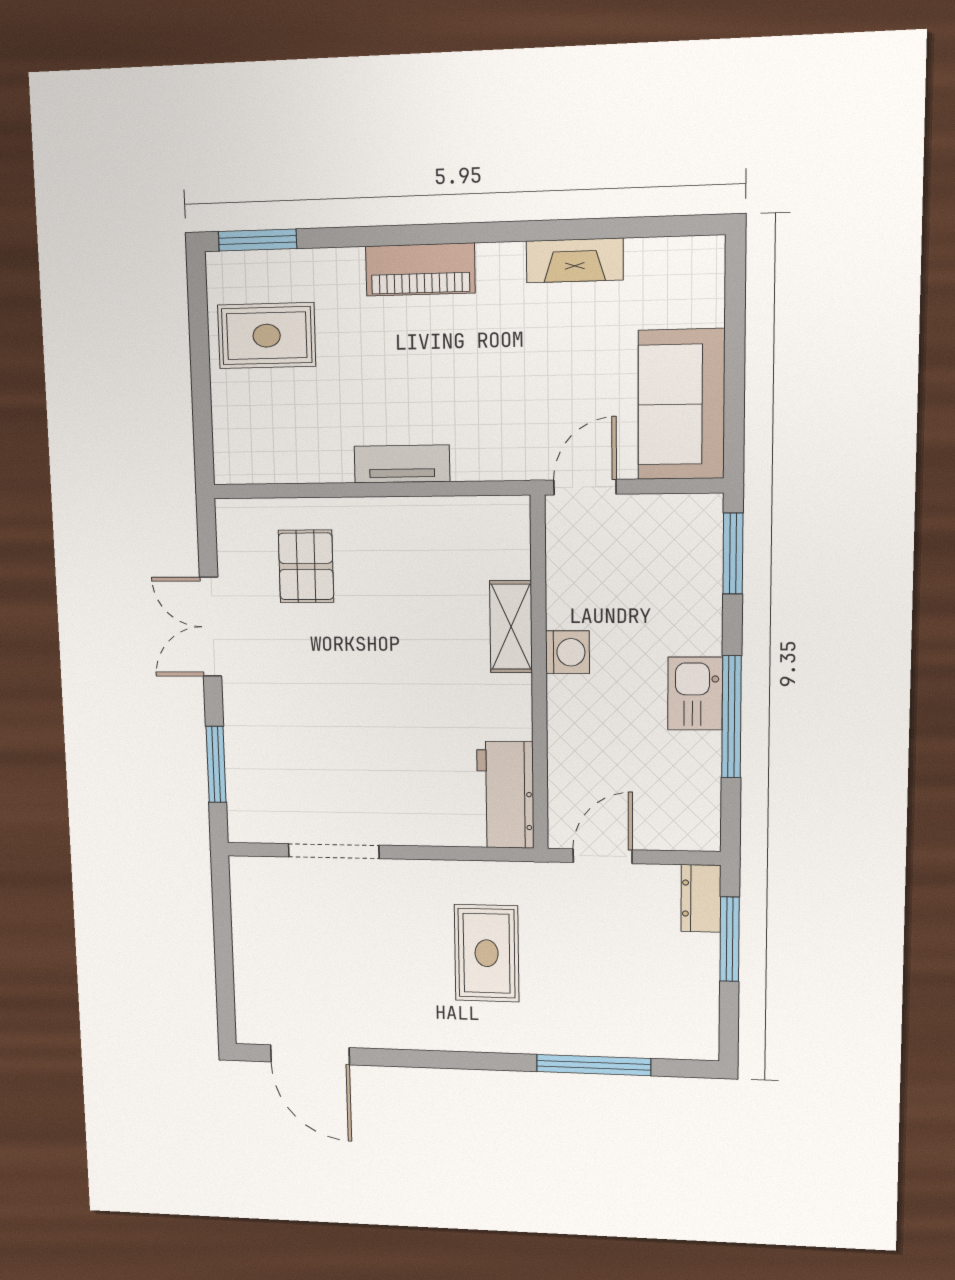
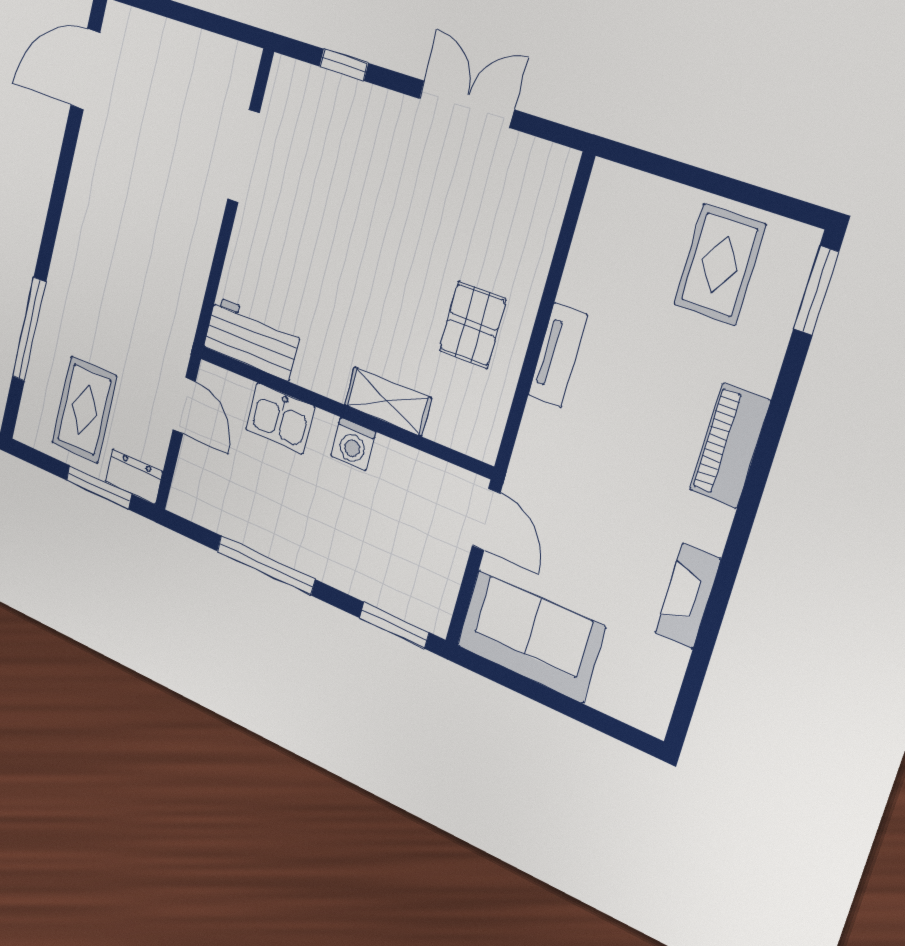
pallet: (306, 566) -> (473, 325), moved, turned 90
kitchen sink: (695, 694) -> (280, 418), moved, turned 180
window: (216, 764) -> (344, 65), width x0.67
rug: (487, 953) -> (84, 410), moved, turned 90

